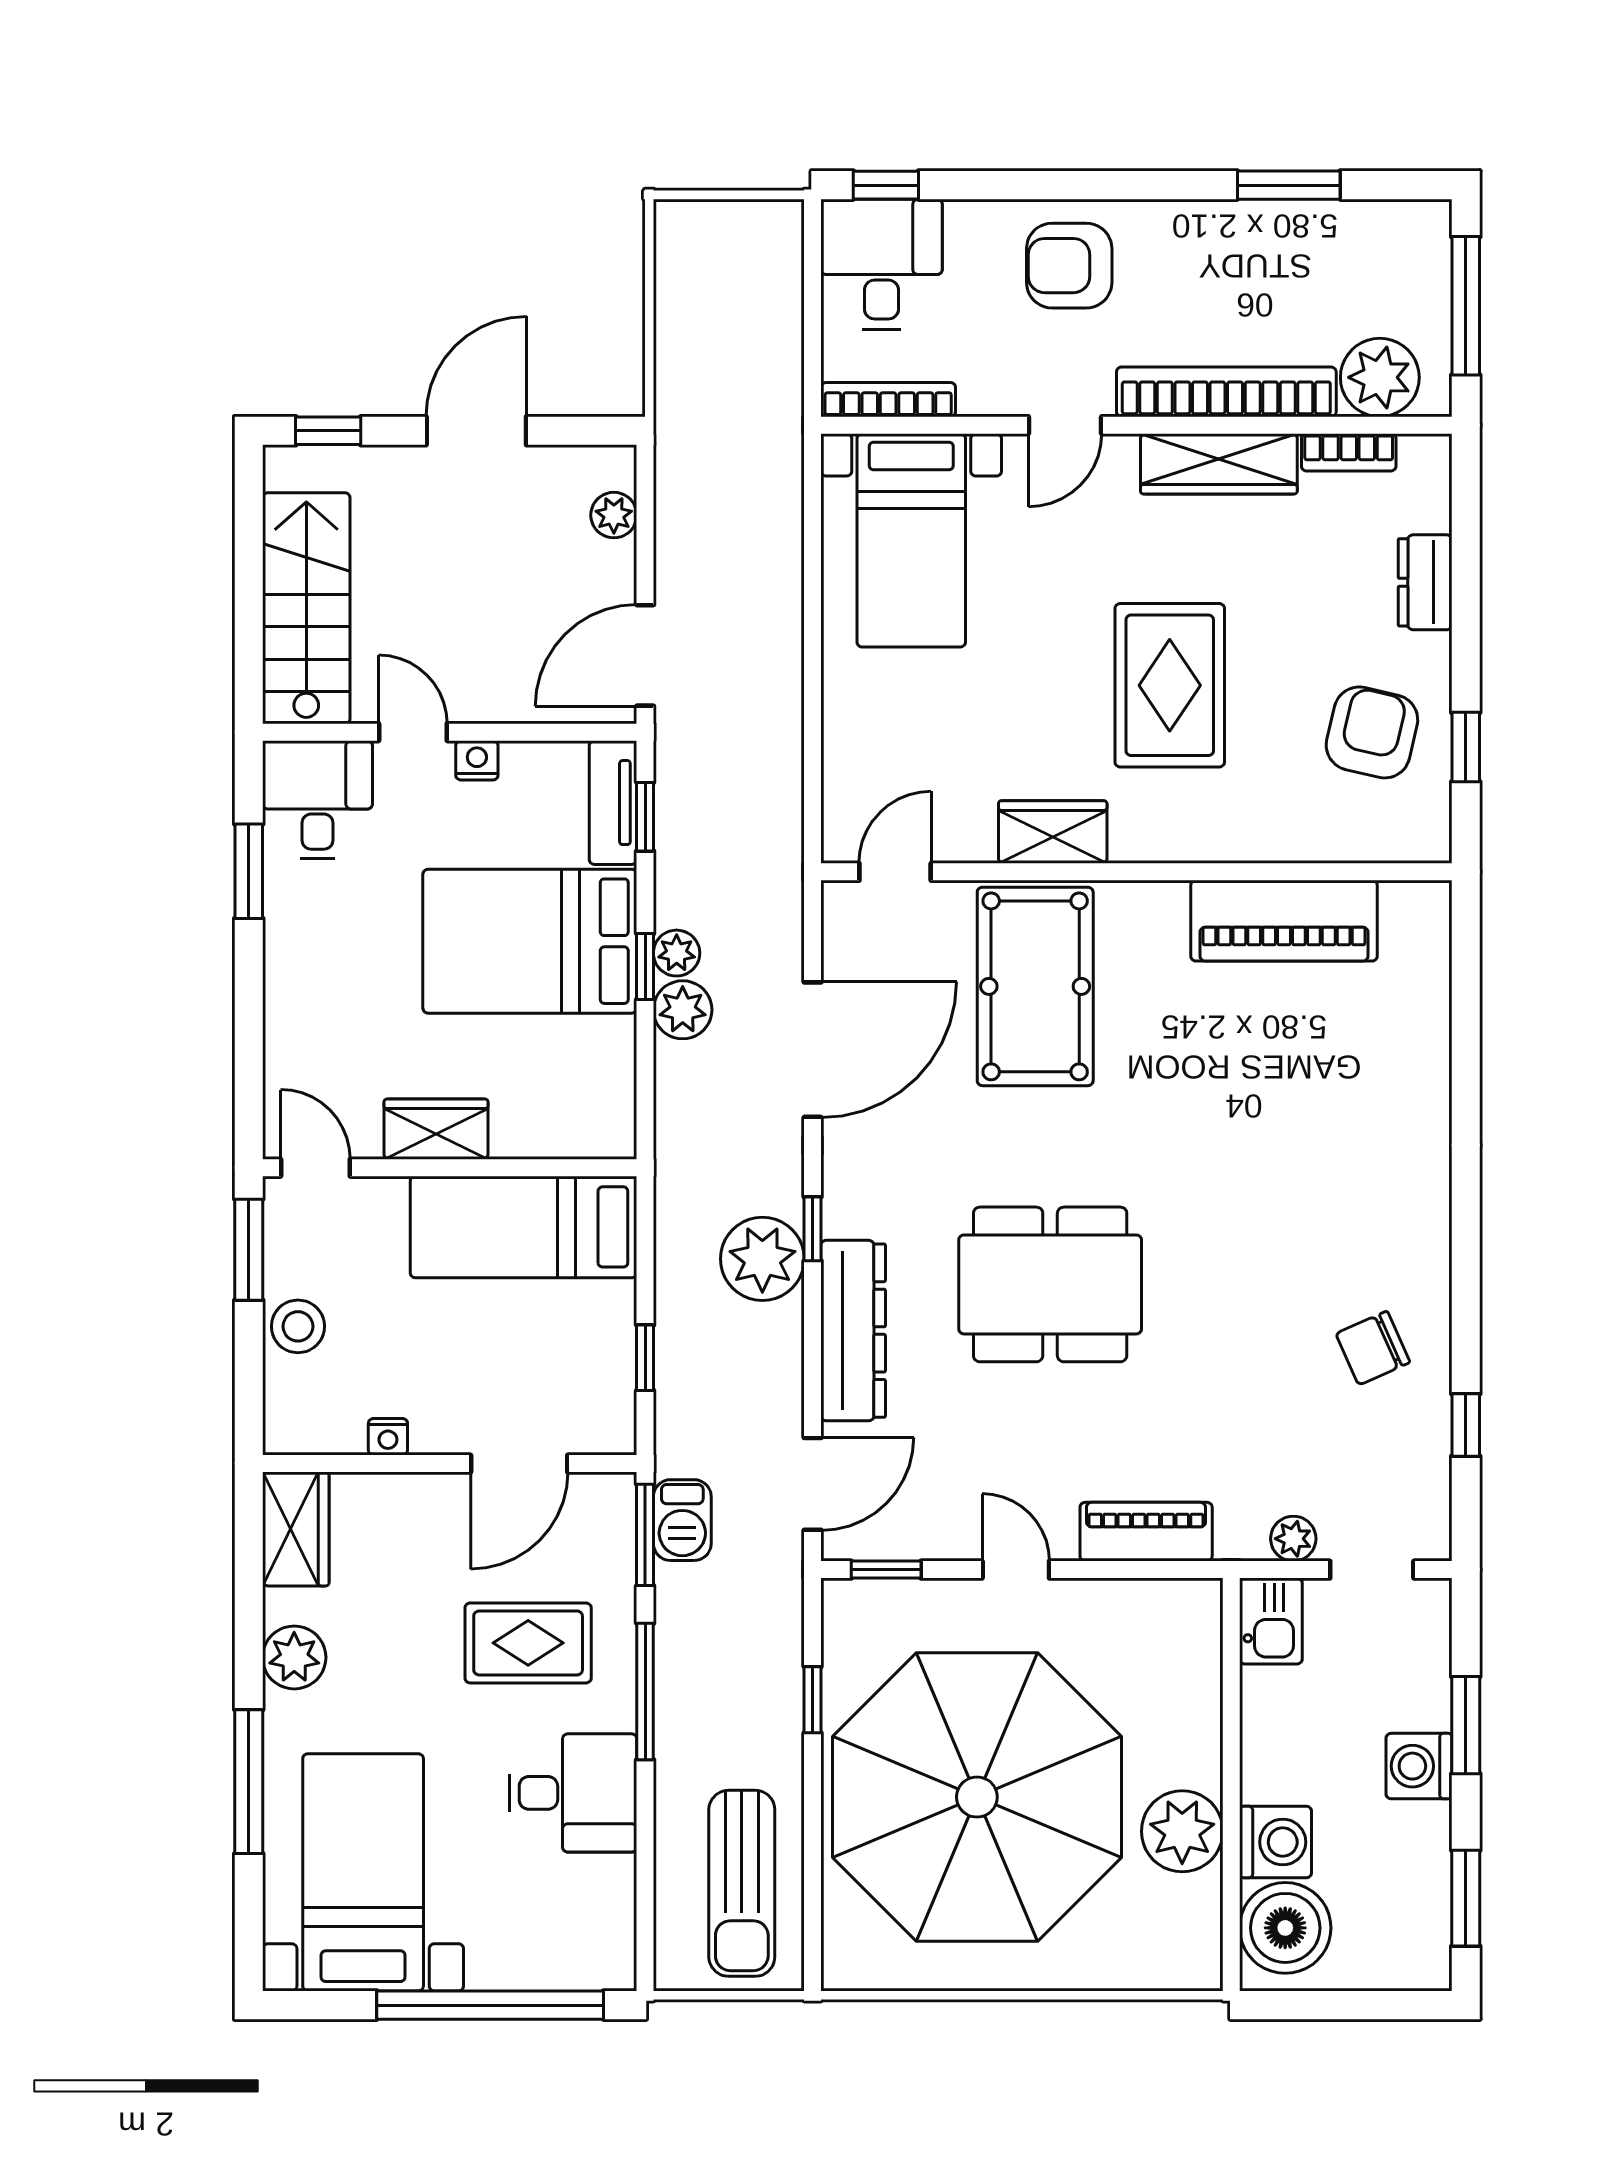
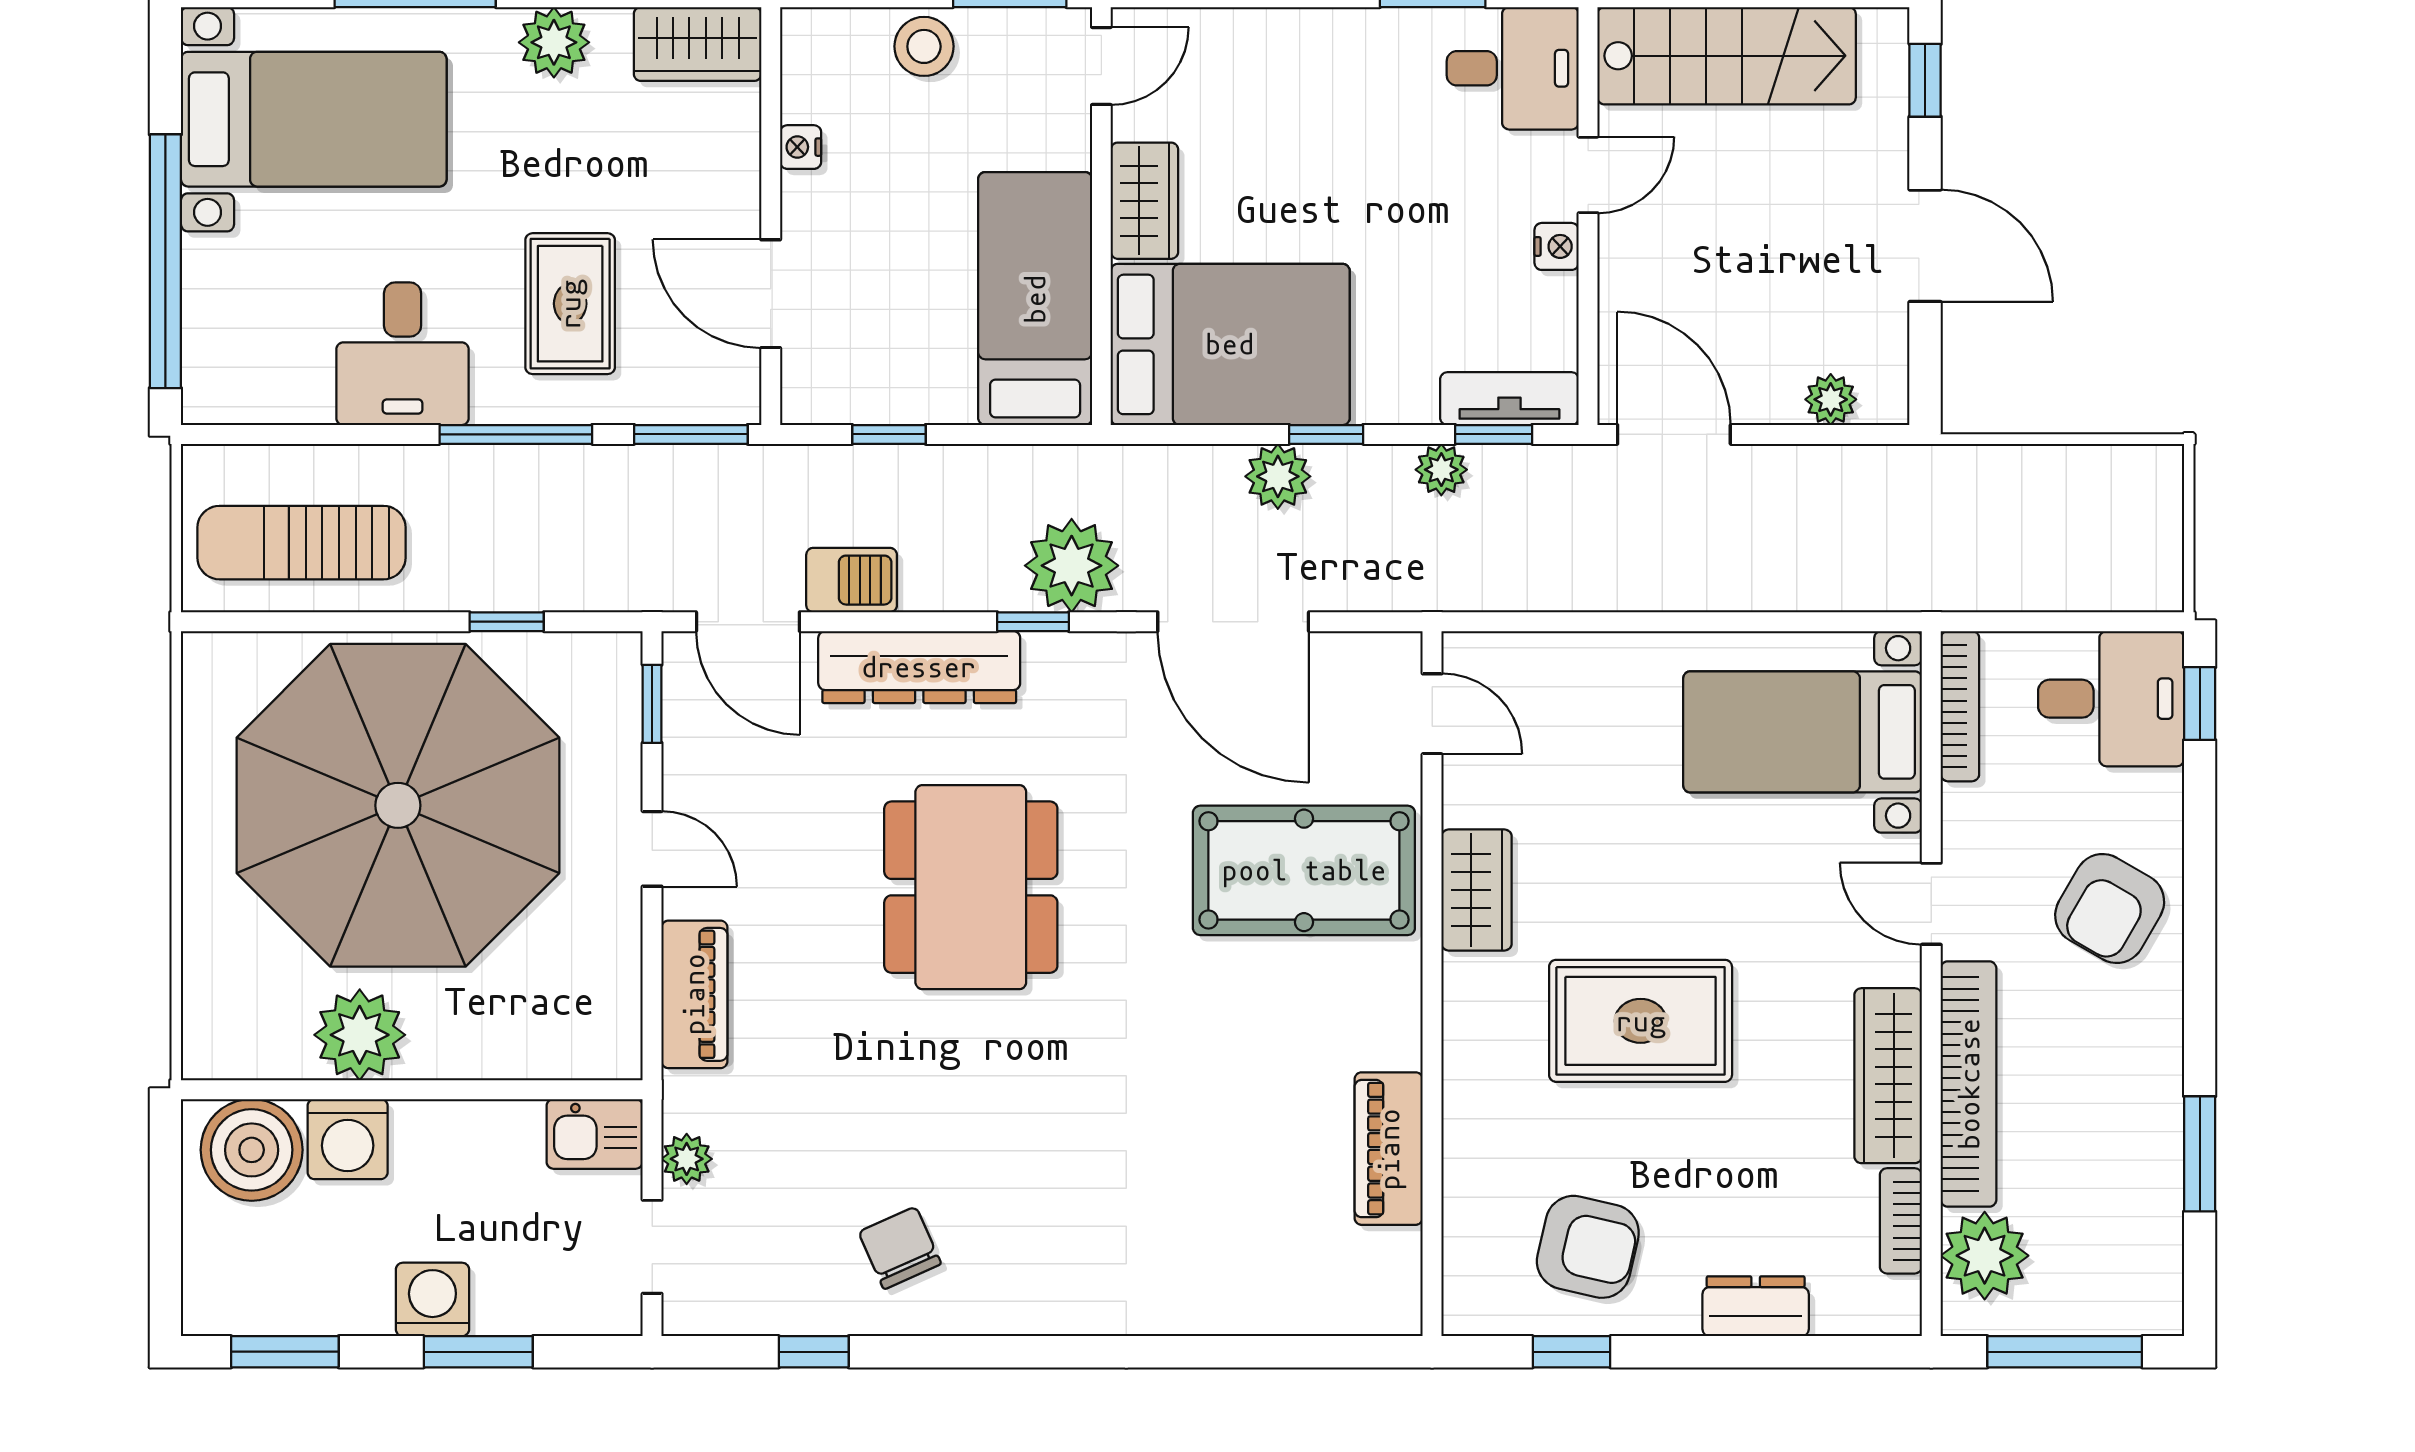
armchair: (1069, 266) -> (2110, 908), turned -150
piano: (1284, 921) -> (1389, 1149), width x0.73, depth x0.75
bed: (530, 941) -> (1230, 344), moved, turned 90
plant: (677, 953) -> (1441, 470), moved
plant: (762, 1259) -> (1072, 566), moved
barbecue: (682, 1520) -> (852, 580), moved, turned 180
door: (1016, 1570) -> (652, 849), hinge flipped

